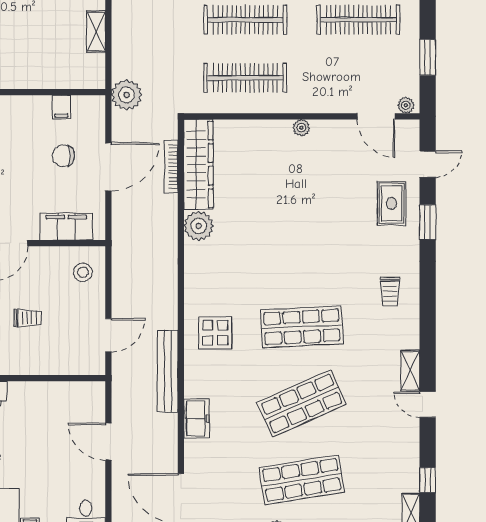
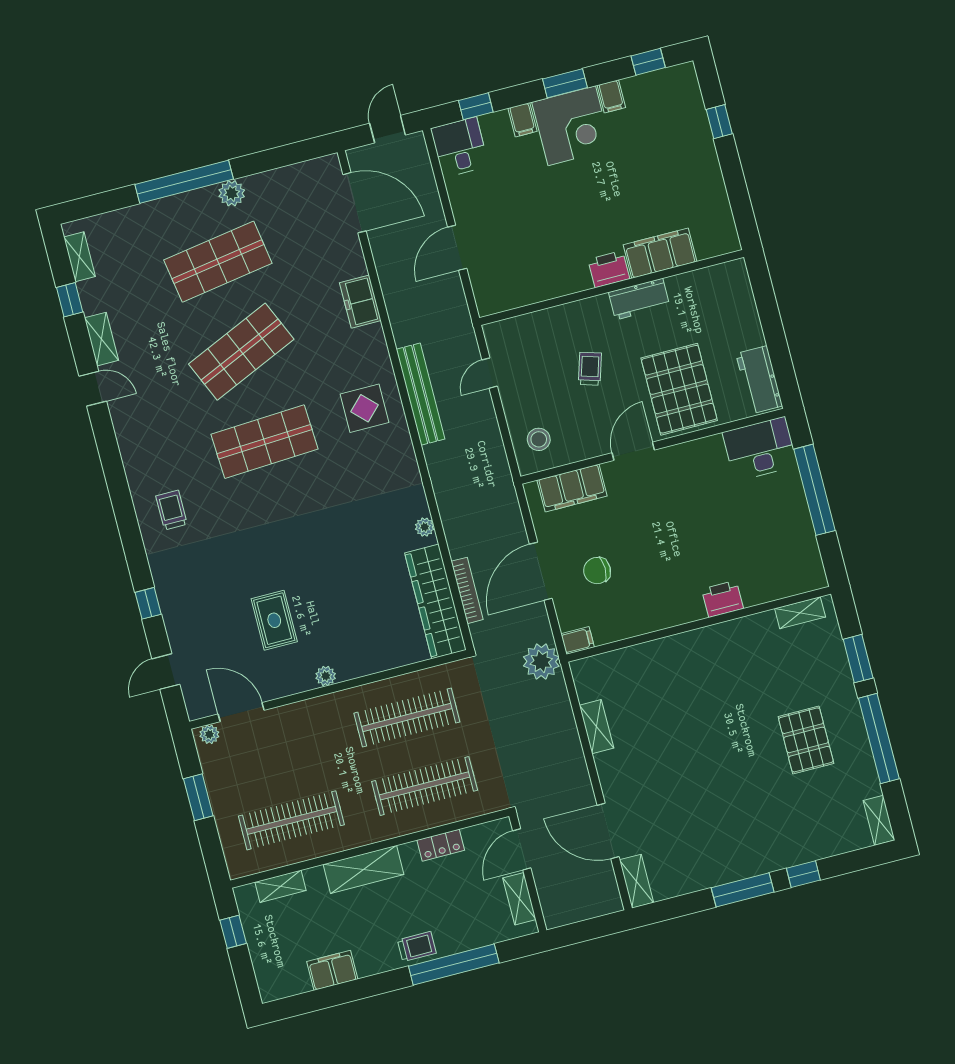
filing cabinet: (61, 107) -> (578, 640), moved, turned 90
chair: (63, 156) -> (597, 571), turned 180
rug: (391, 203) -> (274, 620), moved
window: (428, 222) -> (148, 603), width x0.67
plant: (199, 226) -> (425, 527), width x0.53, depth x0.53
trolley: (28, 318) -> (590, 369), turned 107
door: (108, 335) -> (490, 373), width x0.73
bench: (168, 371) -> (421, 394), moved
shelving: (410, 371) -> (102, 339), moved
door: (108, 442) -> (457, 248), swing flipped

